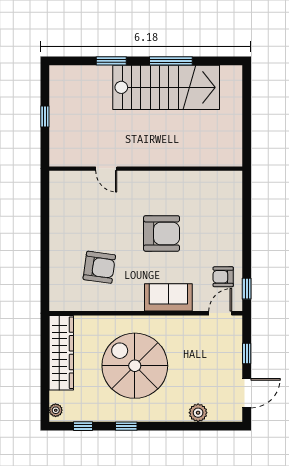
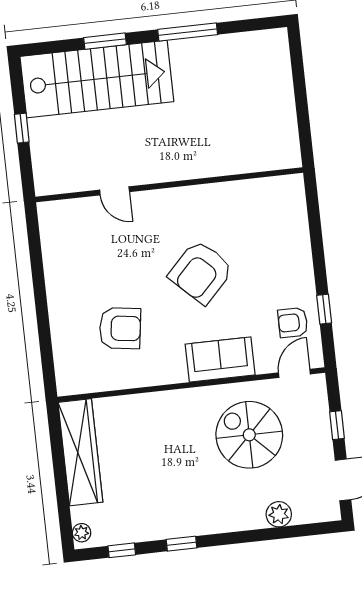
stairs: (166, 87) -> (97, 79), moved
armchair: (162, 233) -> (201, 272), turned 134
window: (247, 289) -> (324, 309), moved
spiral stairs: (135, 366) -> (249, 435), moved, width x0.73, depth x0.73

